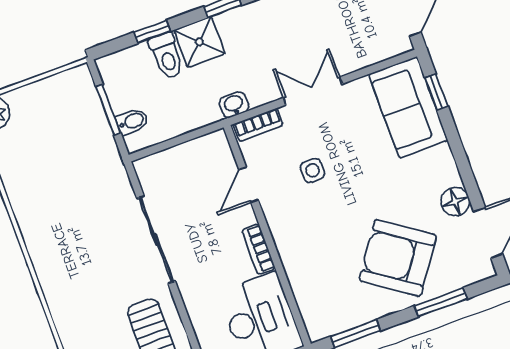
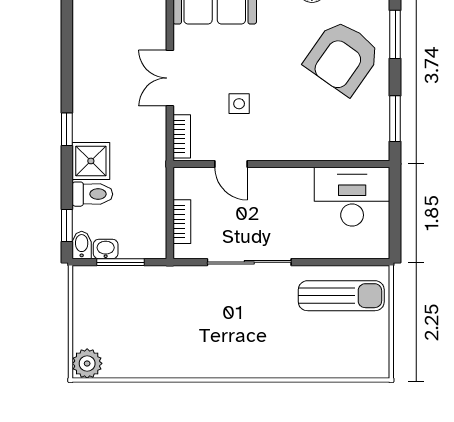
window: (152, 32) -> (67, 226), moved
washbasin: (234, 105) -> (106, 249), moved, turned 90
bidet: (132, 121) -> (82, 245), moved
bookcase: (259, 249) -> (182, 222), moved, turned -90

